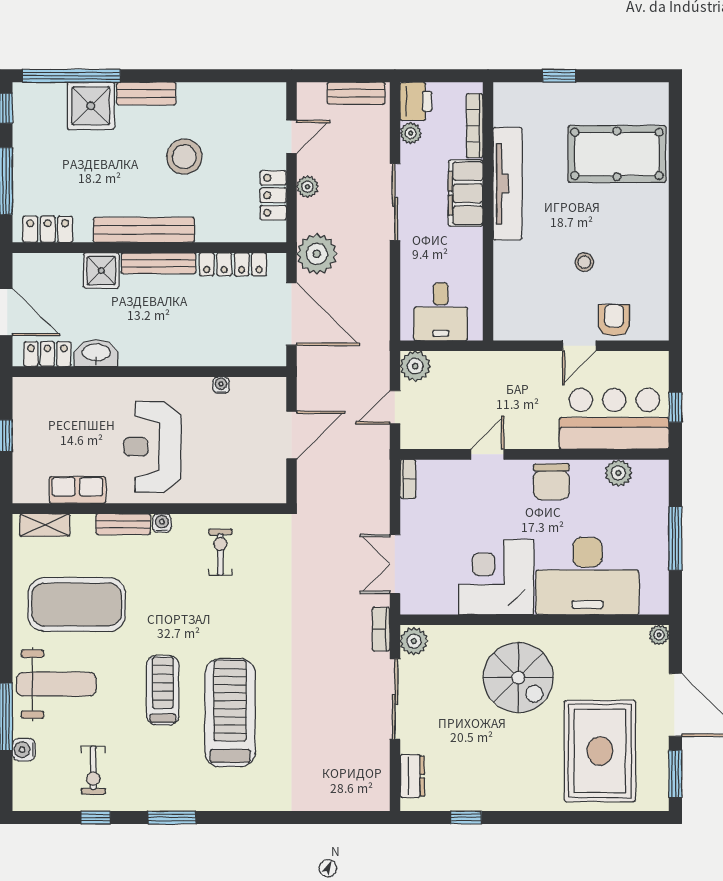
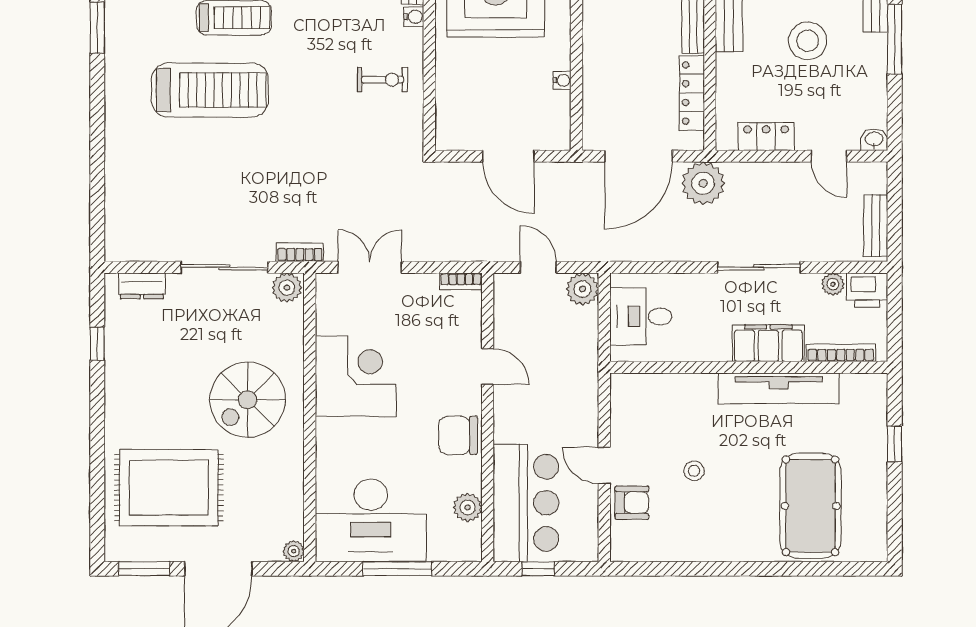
window: (183, 76) -> (895, 39), added
washbasin: (276, 95) -> (874, 140), added
plant: (307, 187) -> (775, 173), removed
desk: (587, 576) -> (371, 520), moved, turned -90

